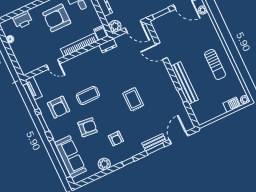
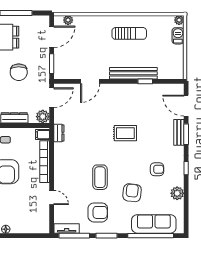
door: (53, 64) -> (52, 197), hinge flipped

